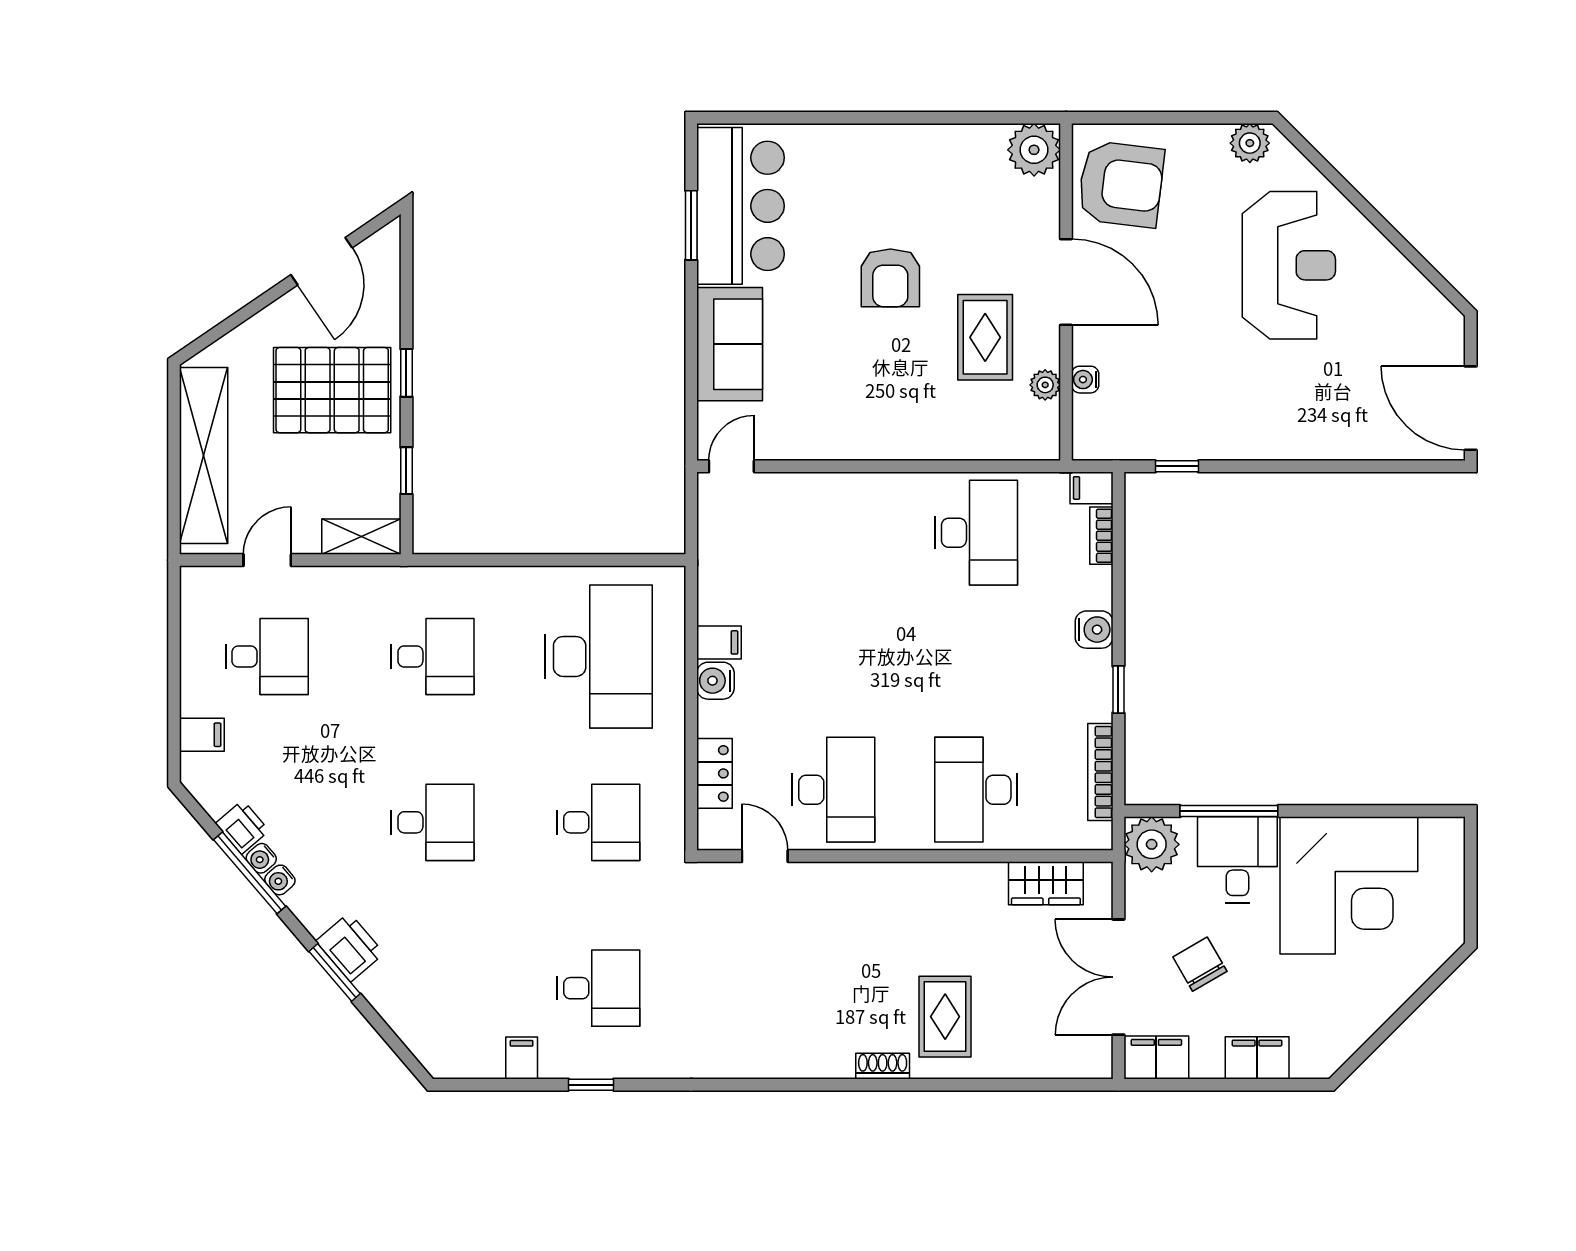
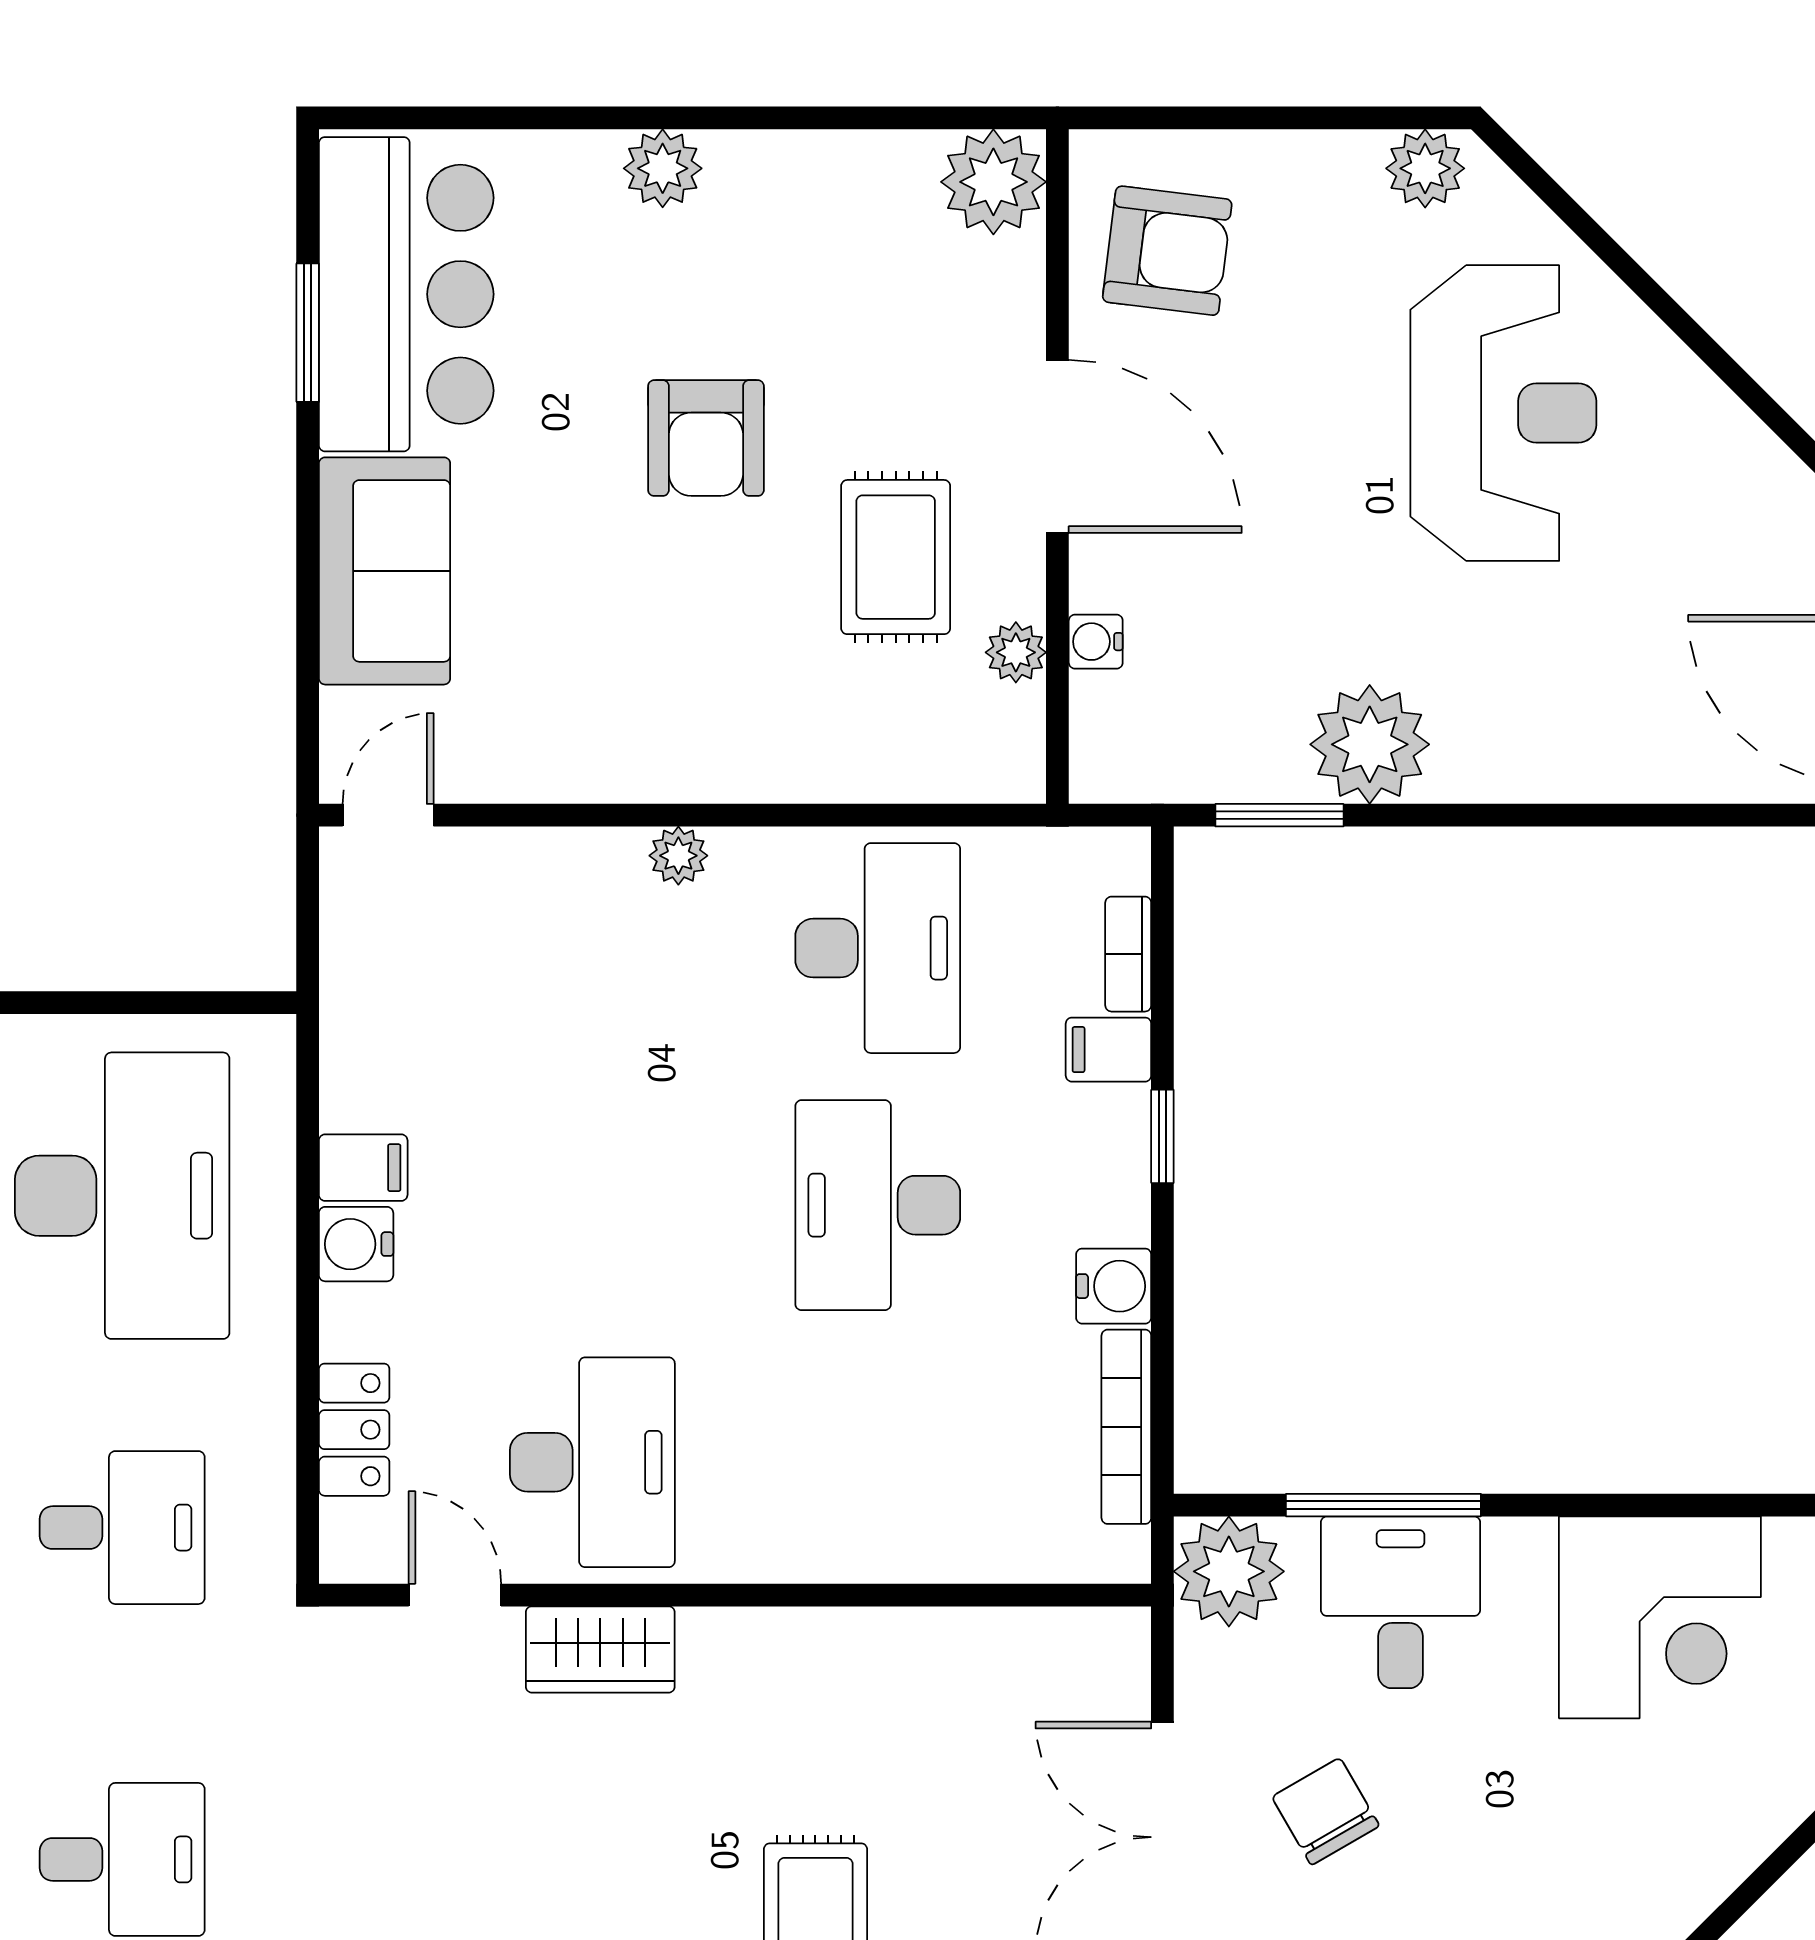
plant: (869, 143) -> (663, 168), added
armchair: (1121, 184) -> (1167, 251), width x0.73, depth x0.73
plant: (1222, 431) -> (1370, 744), added
window: (1177, 466) -> (1279, 815), width x1.50
plant: (877, 487) -> (678, 856), added
filing cabinet: (1091, 488) -> (1108, 1050), moved
water cooler: (1094, 630) -> (1114, 1286), moved
window: (1118, 689) -> (1162, 1136), moved
desk: (976, 790) -> (878, 1205), moved
wardrobe: (1046, 883) -> (600, 1649), moved
corner desk: (1349, 885) -> (1660, 1617), width x0.74, depth x0.74

